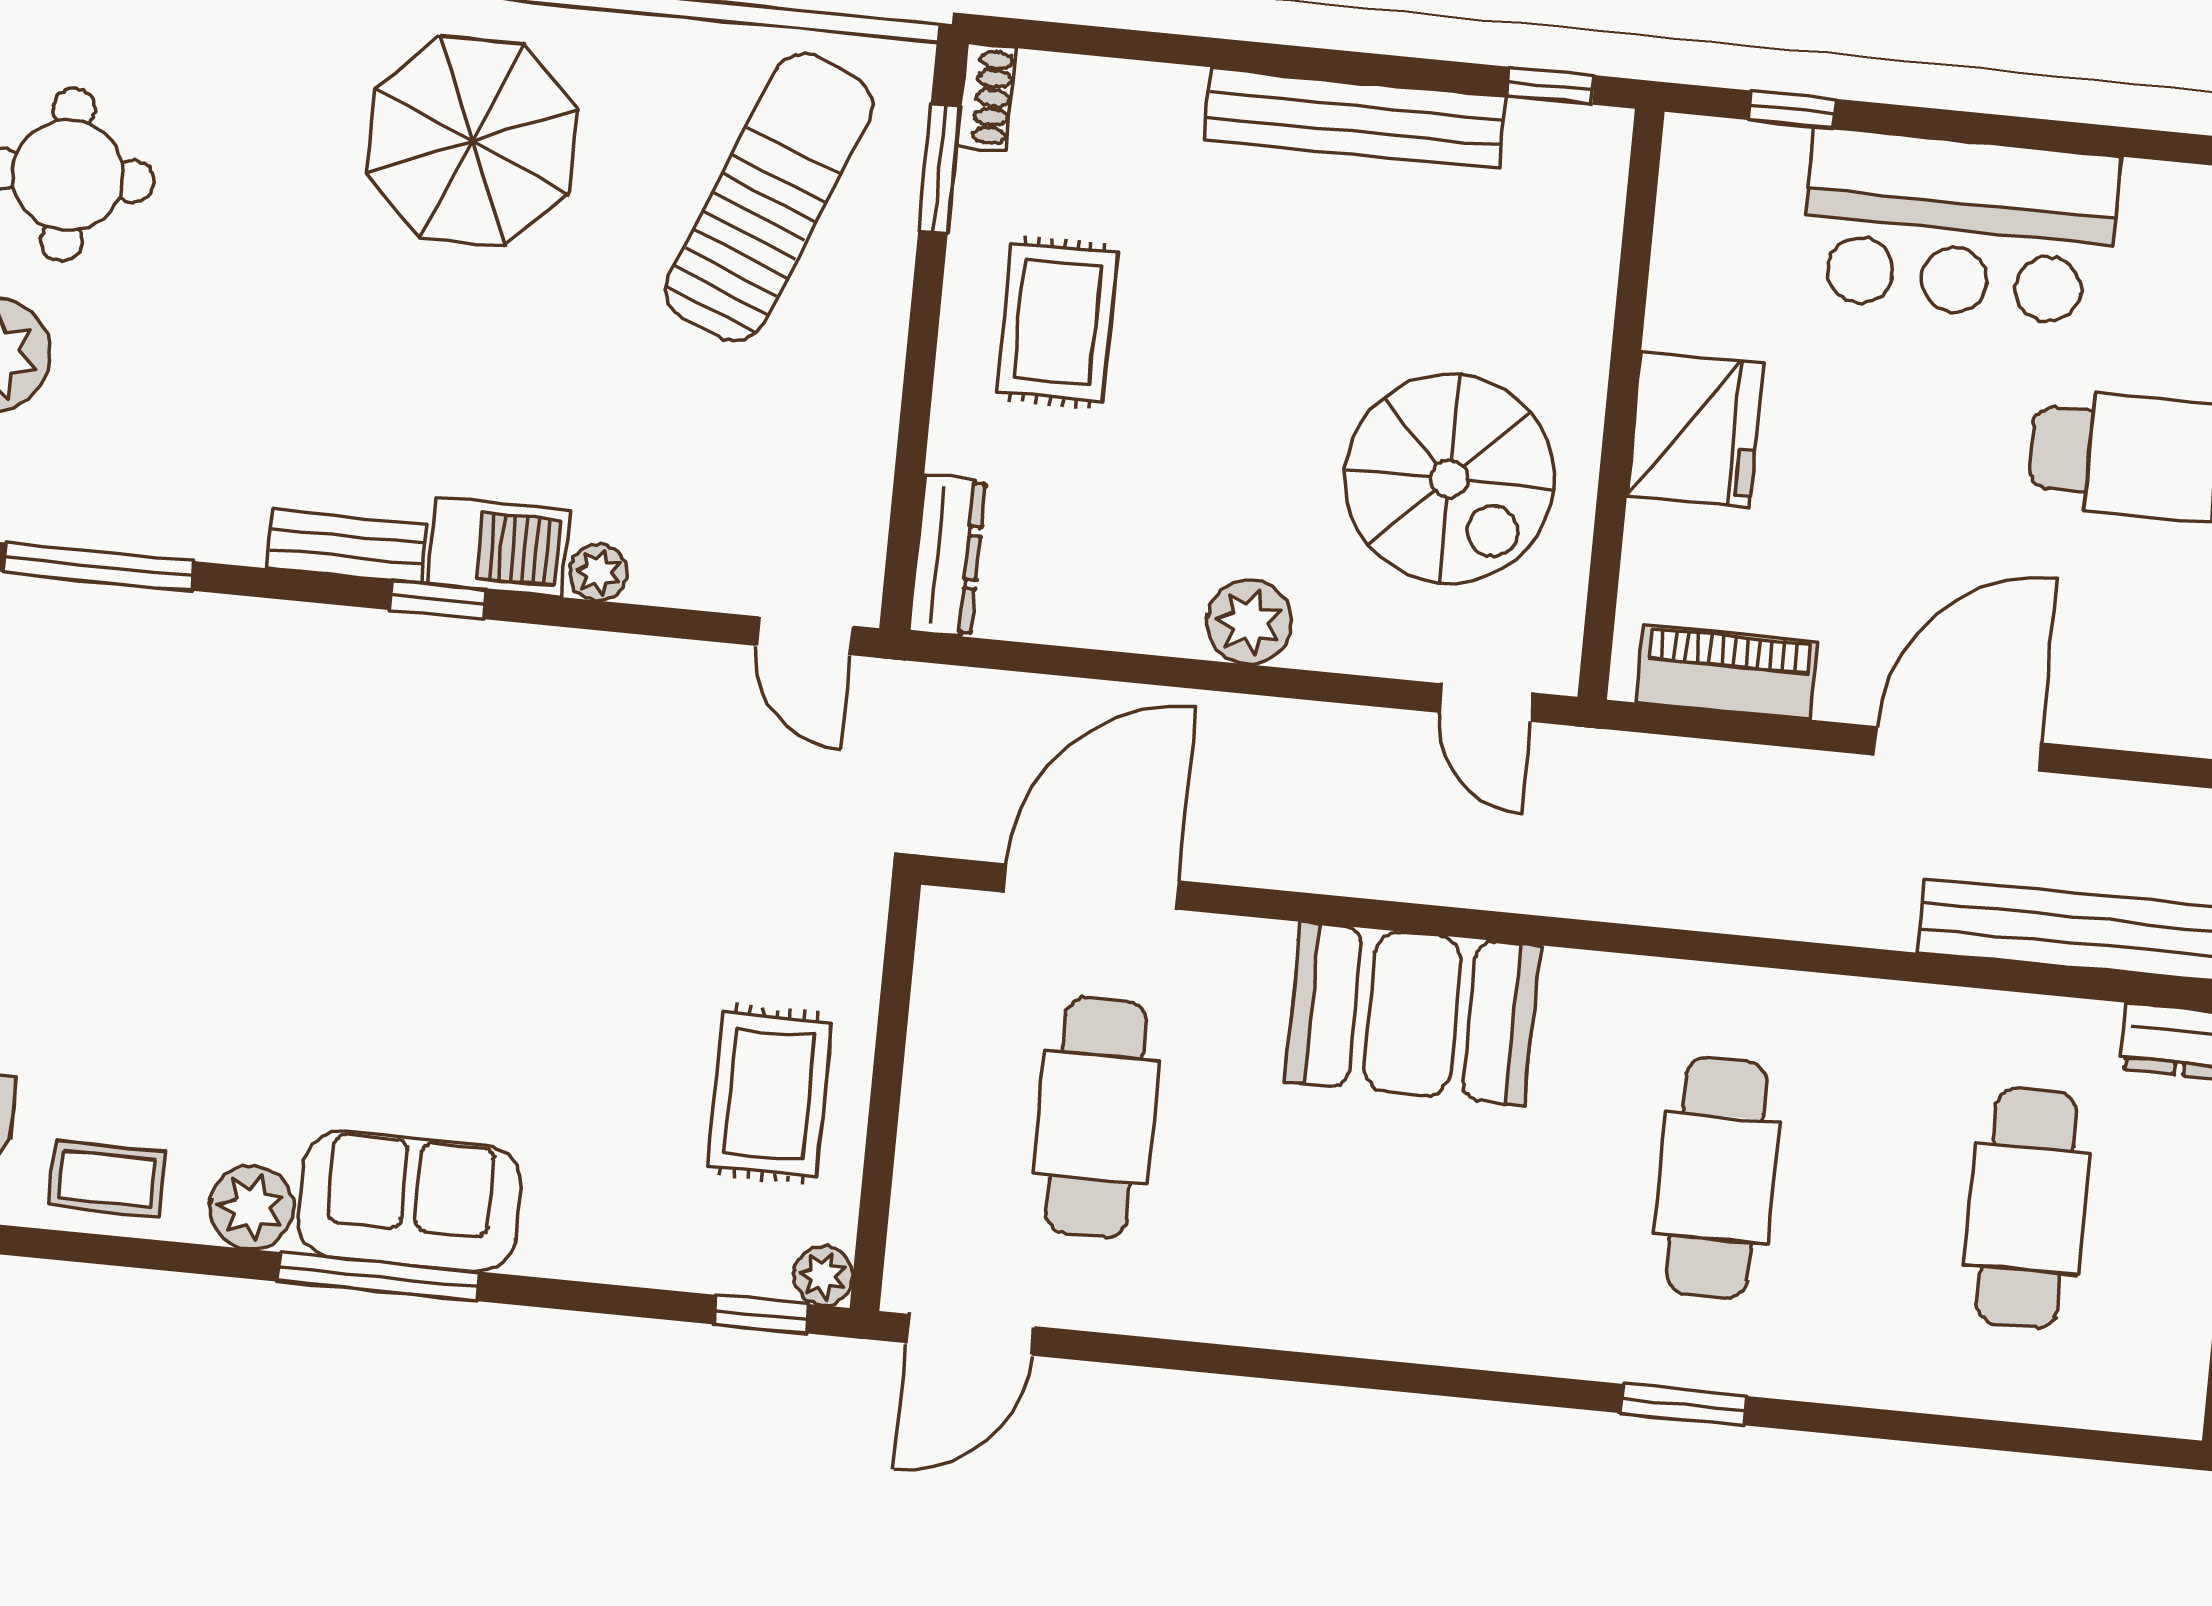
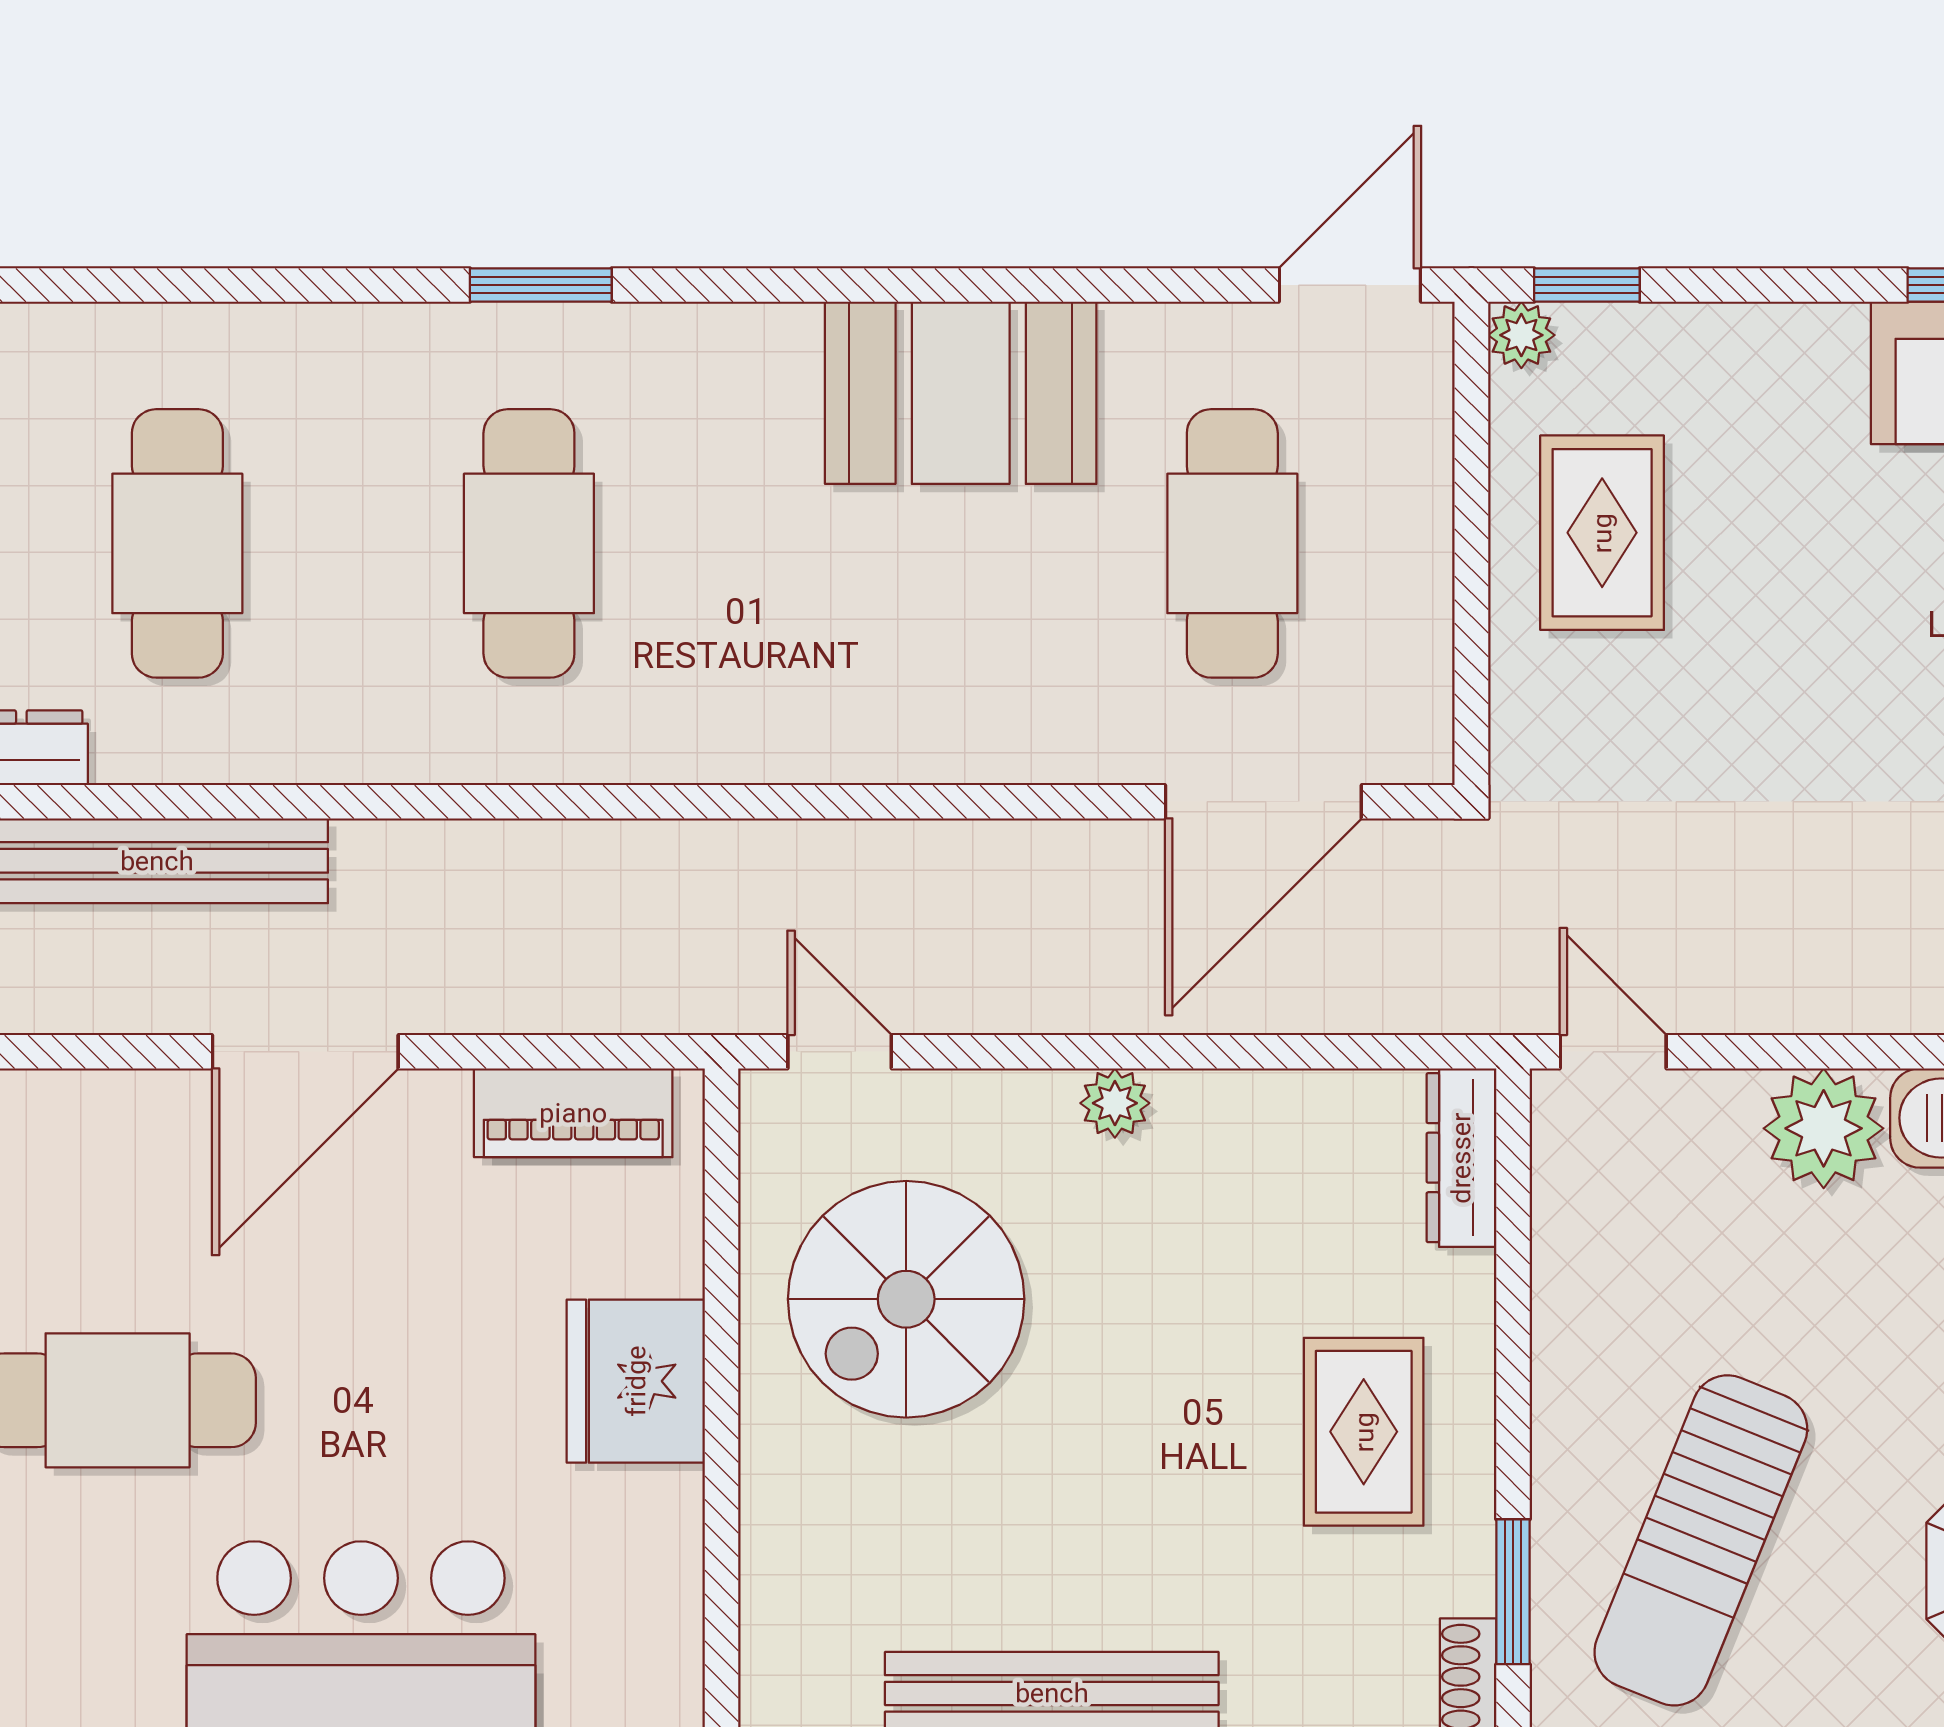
spiral stairs: (1449, 479) -> (906, 1299), turned -90
plant: (598, 572) -> (1824, 1128), width x1.88, depth x1.88
plant: (1249, 622) -> (1115, 1103), width x0.73, depth x0.73
booth: (1413, 1014) -> (961, 393), moved

